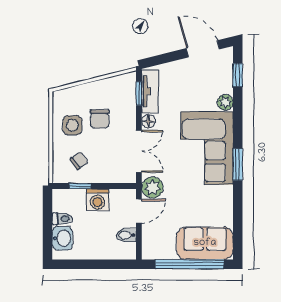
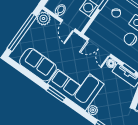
plant: (152, 187) -> (44, 19), moved
sofa: (205, 243) -> (38, 65), moved, turned -90

